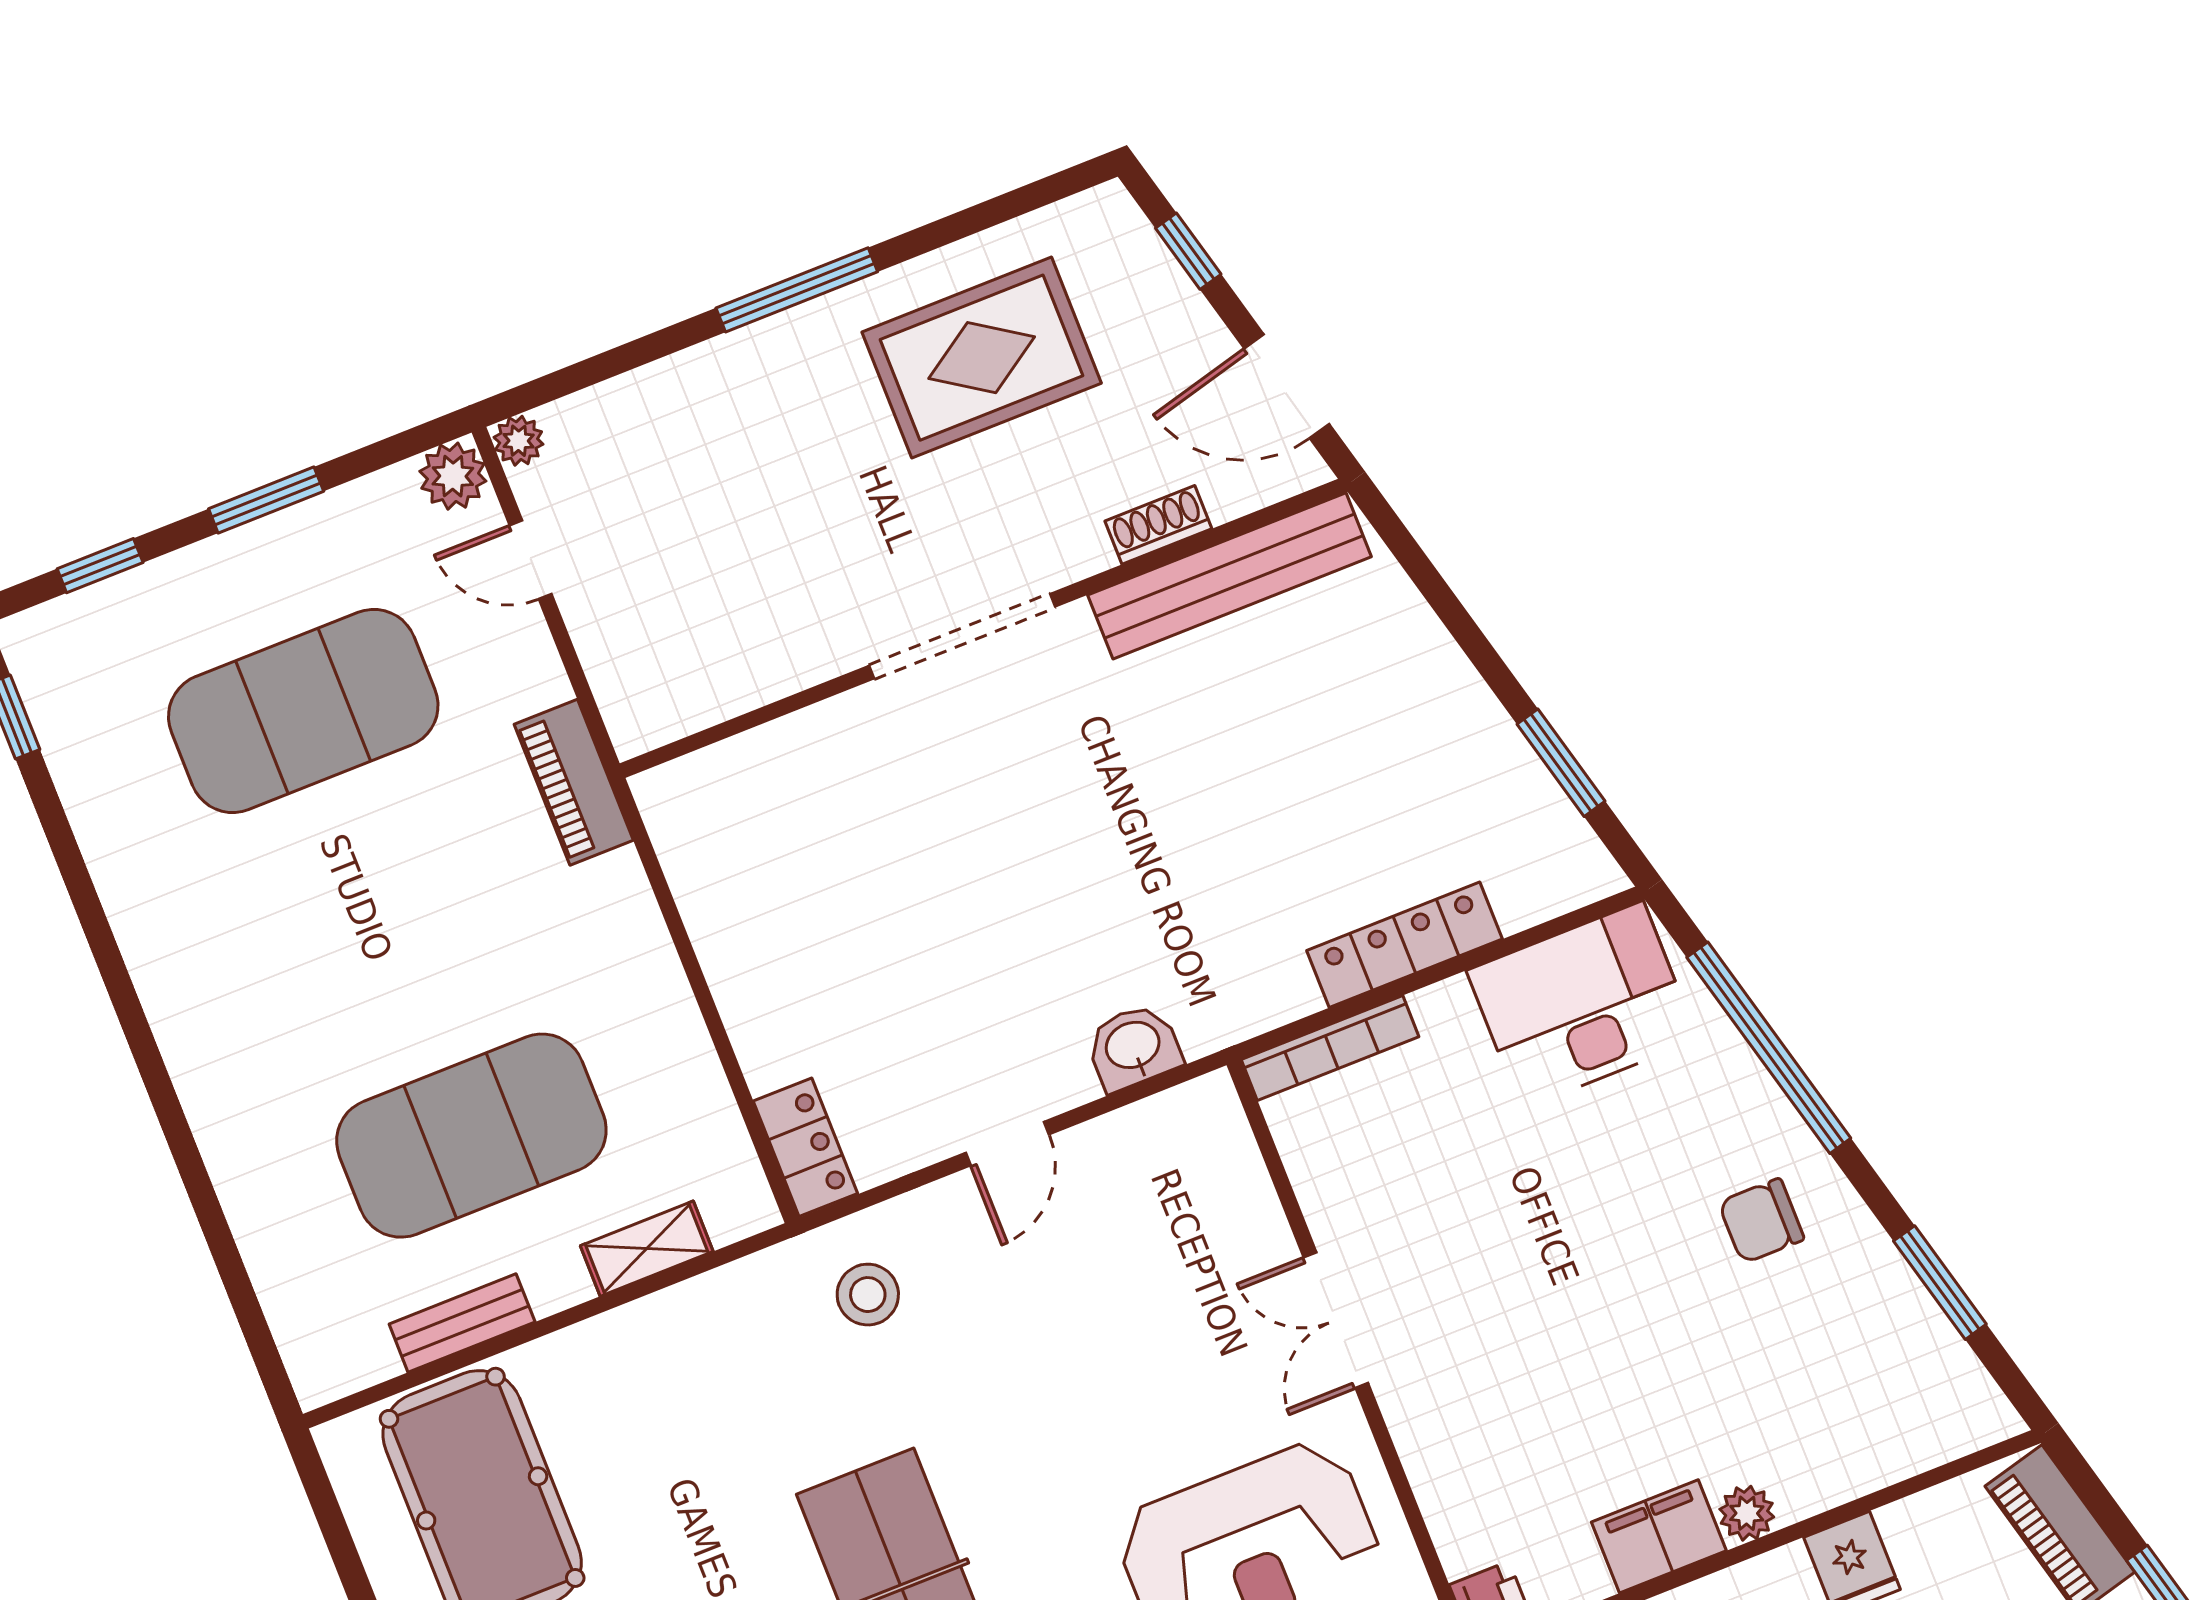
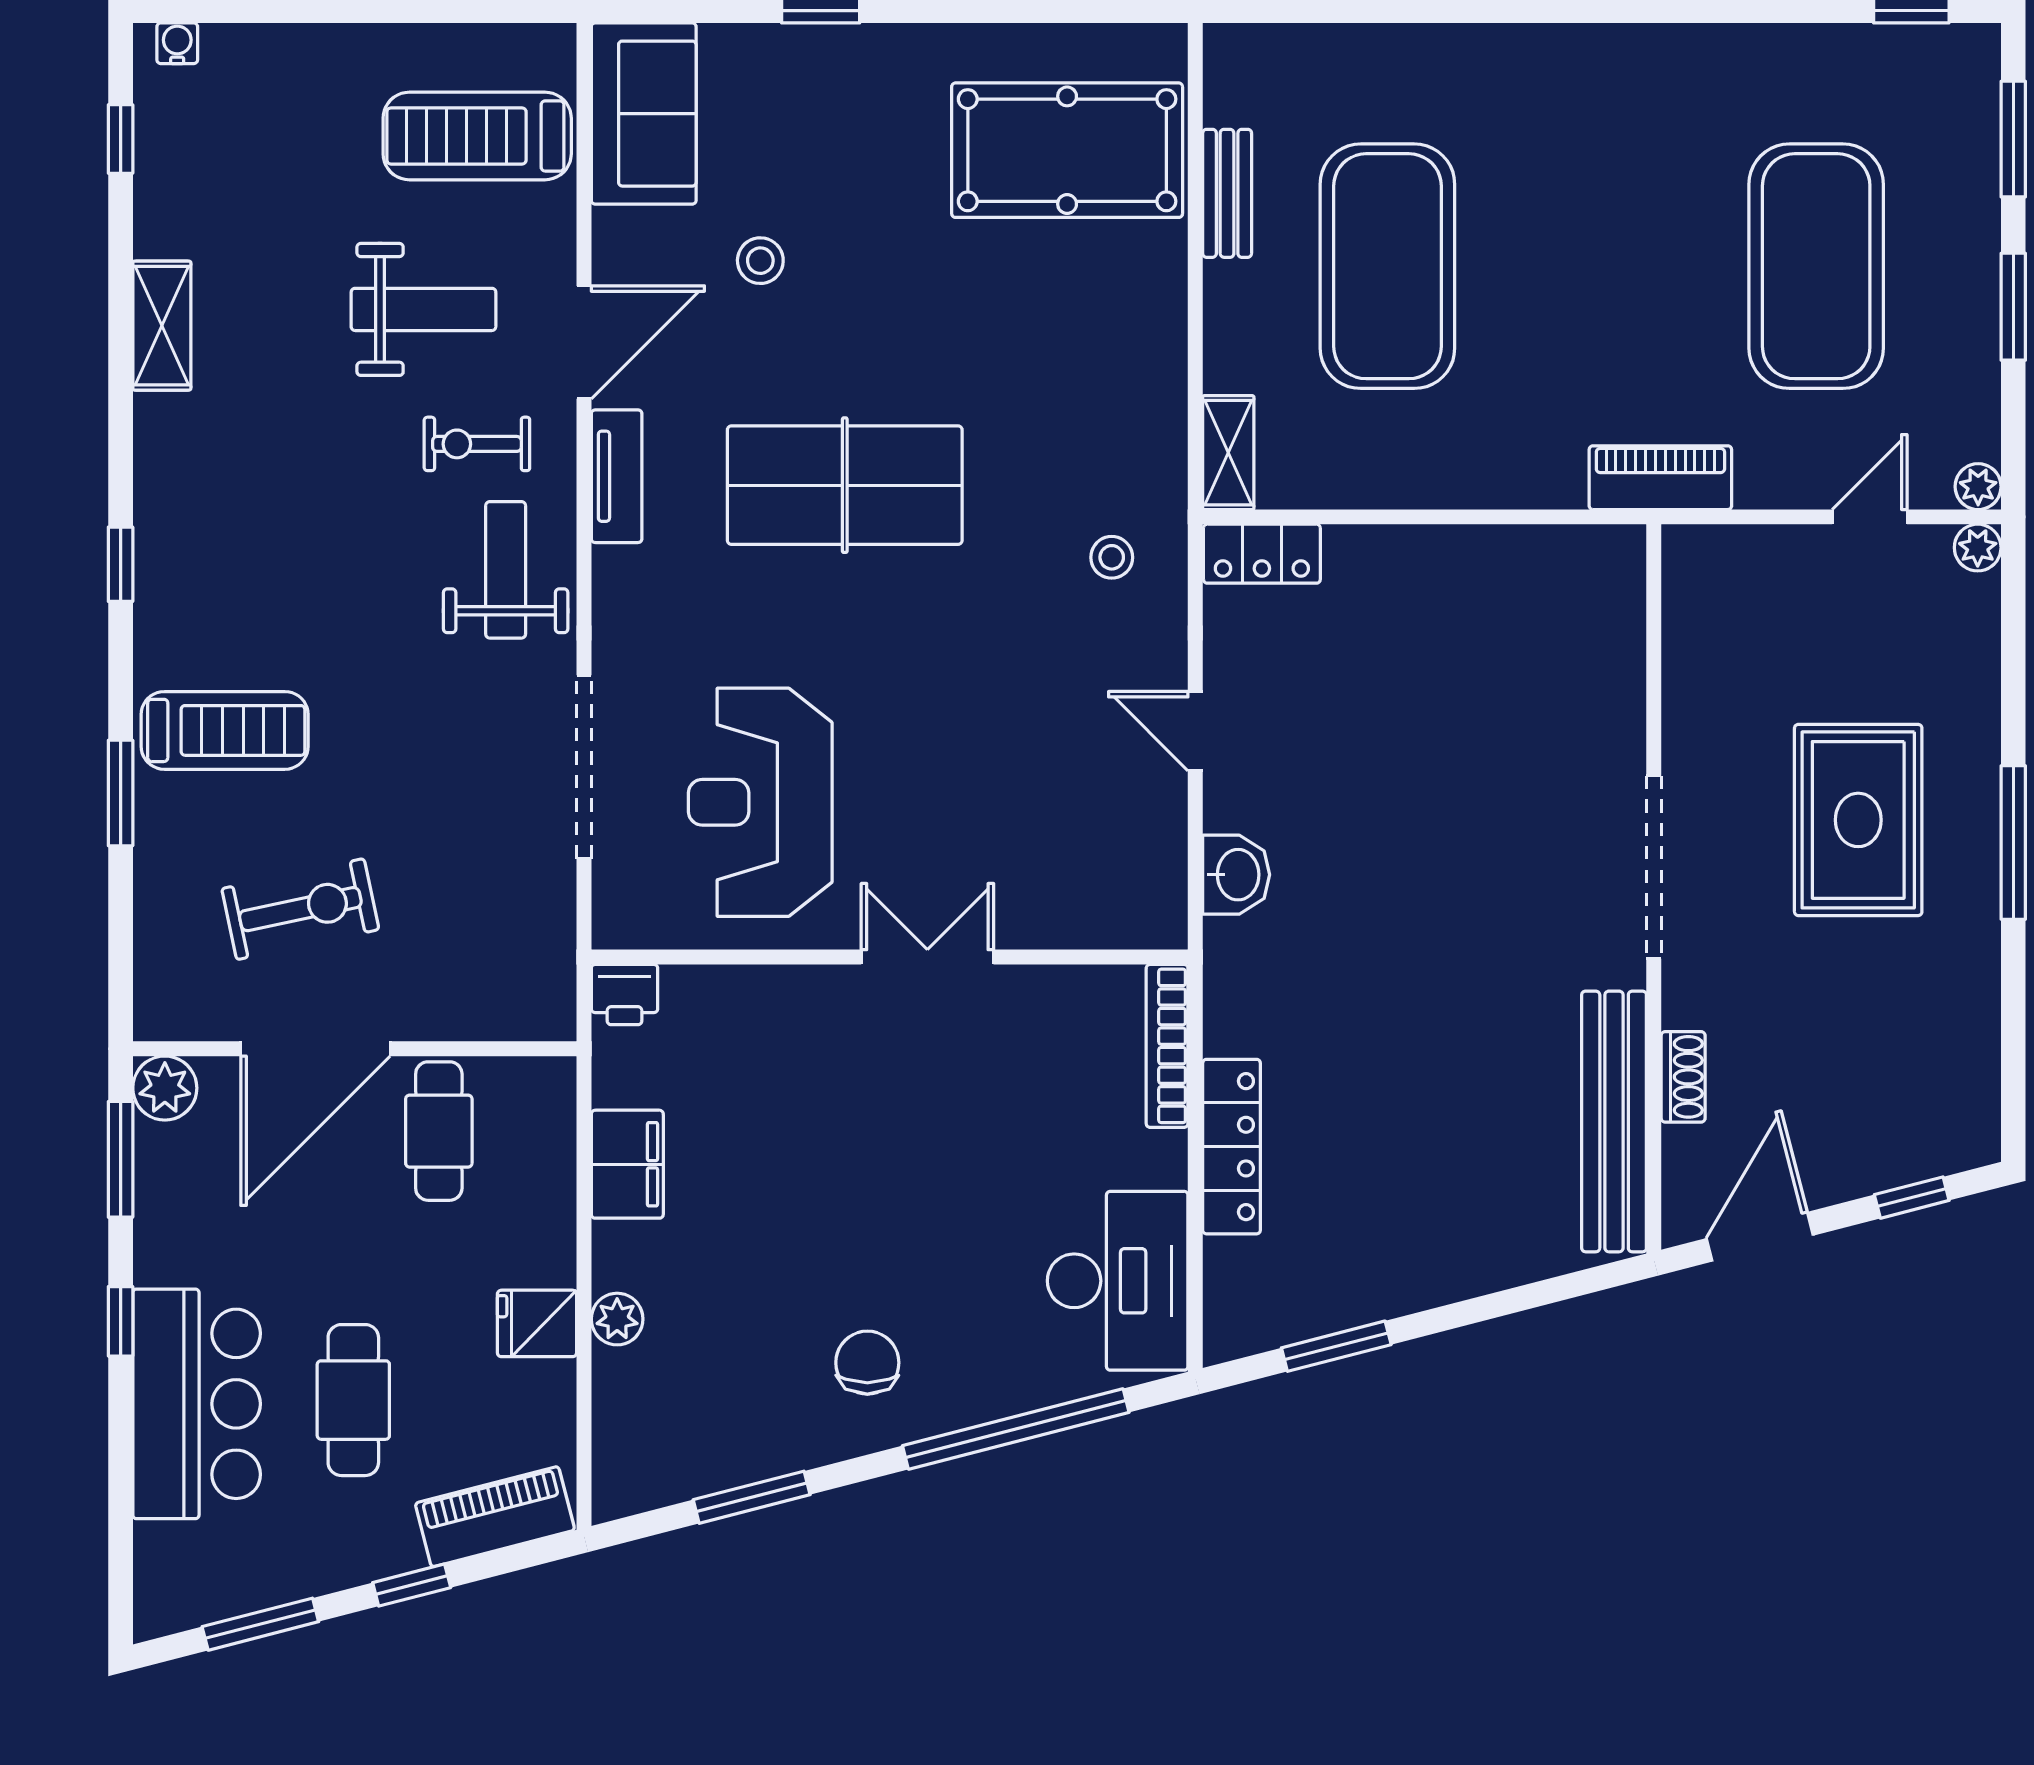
rug: (982, 358) -> (1858, 820), moved
plant: (453, 476) -> (1978, 487), width x0.73, depth x0.73
window: (100, 566) -> (2013, 139), width x1.50
shelving: (647, 1249) -> (1228, 453), moved
stool: (868, 1295) -> (1112, 557), width x0.73, depth x0.73
plant: (1747, 1513) -> (617, 1319), moved

